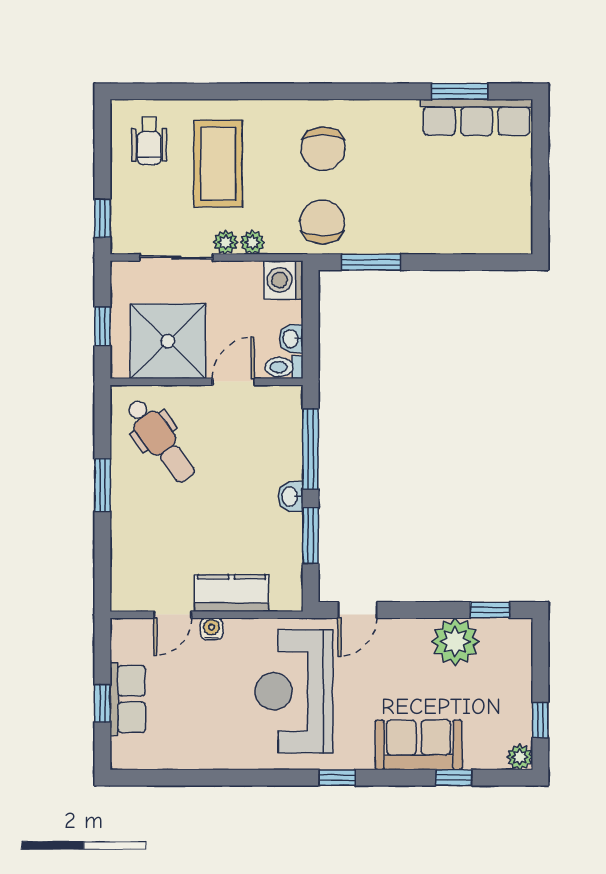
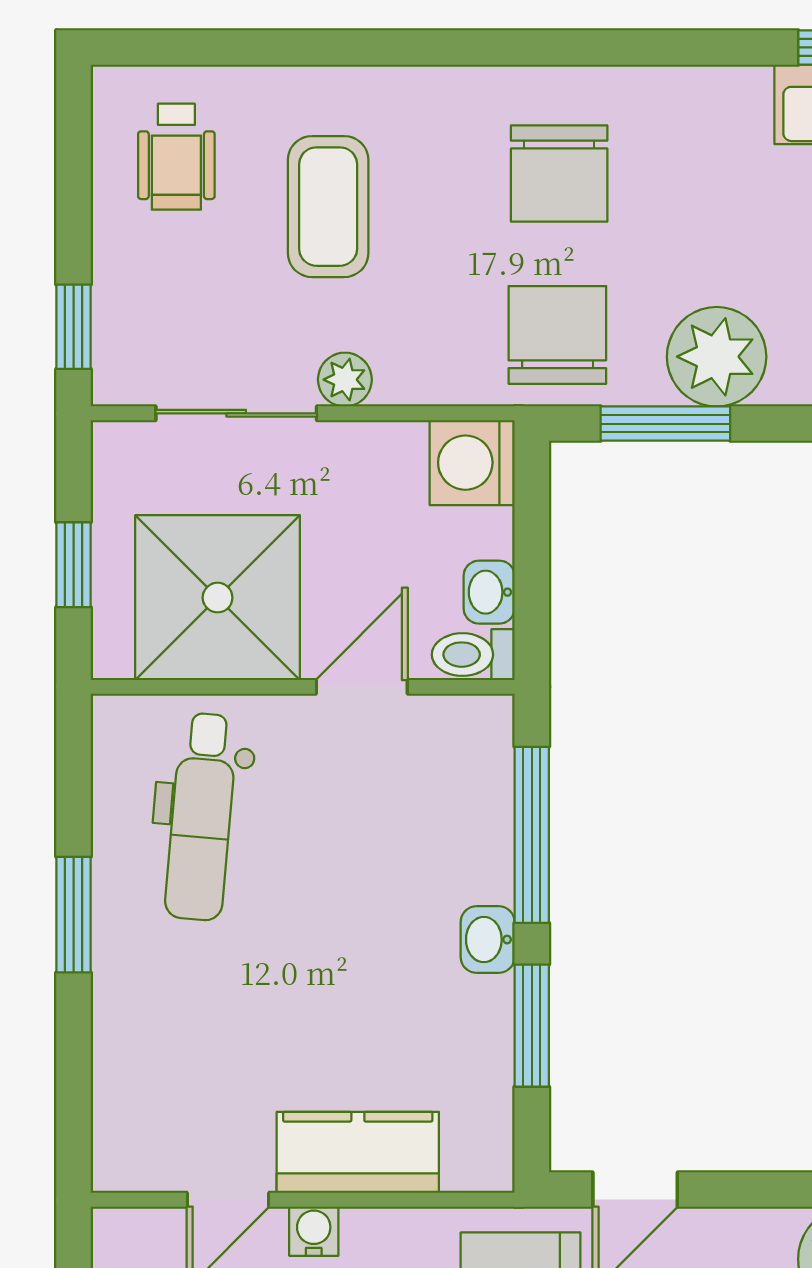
coffee table: (218, 164) -> (328, 207), width x0.73, depth x0.76
plant: (252, 242) -> (717, 357), moved, width x1.88, depth x1.88
dental chair: (160, 441) -> (201, 817), turned 41

